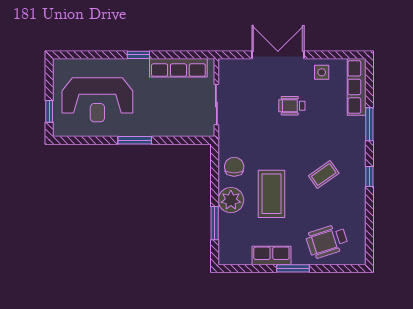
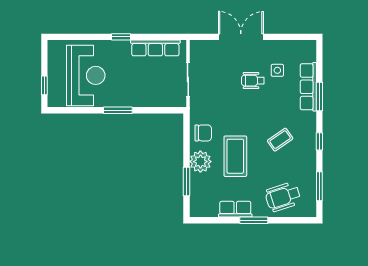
side table: (322, 72) -> (277, 70), moved
row of seats: (357, 87) -> (308, 87), moved
reception desk: (97, 100) -> (86, 75), turned -90
chair: (234, 167) -> (203, 133), turned 90
window: (369, 229) -> (319, 186), added

